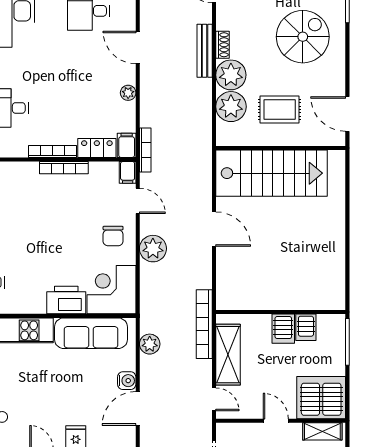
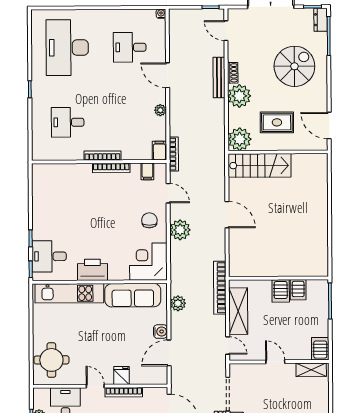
plant: (231, 107) -> (240, 139), moved
locker: (97, 148) -> (137, 153), removed
filing cabinet: (128, 172) -> (147, 171), moved
stairs: (271, 173) -> (260, 165), width x0.73, depth x0.66
chair: (113, 236) -> (149, 220), turned 180
printer: (66, 300) -> (92, 270), moved
server rack: (321, 398) -> (320, 349), width x0.46, depth x0.70

